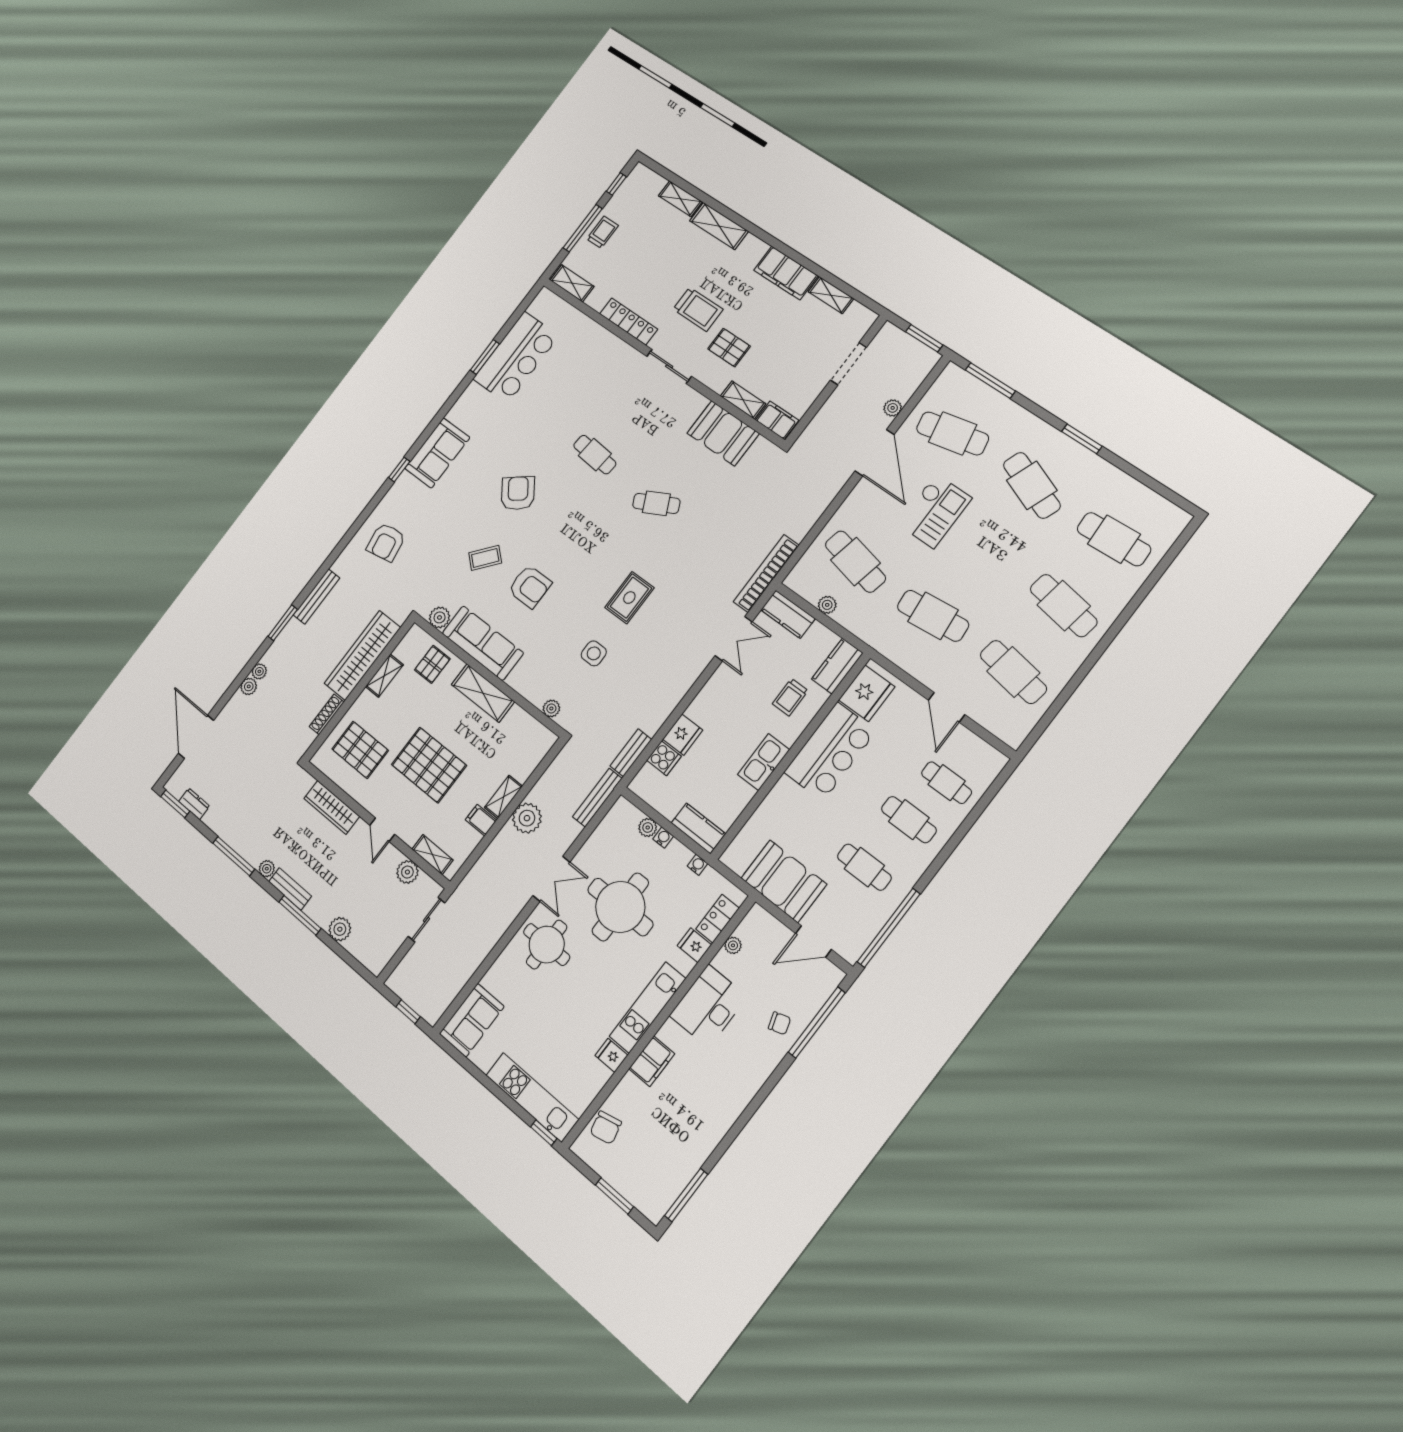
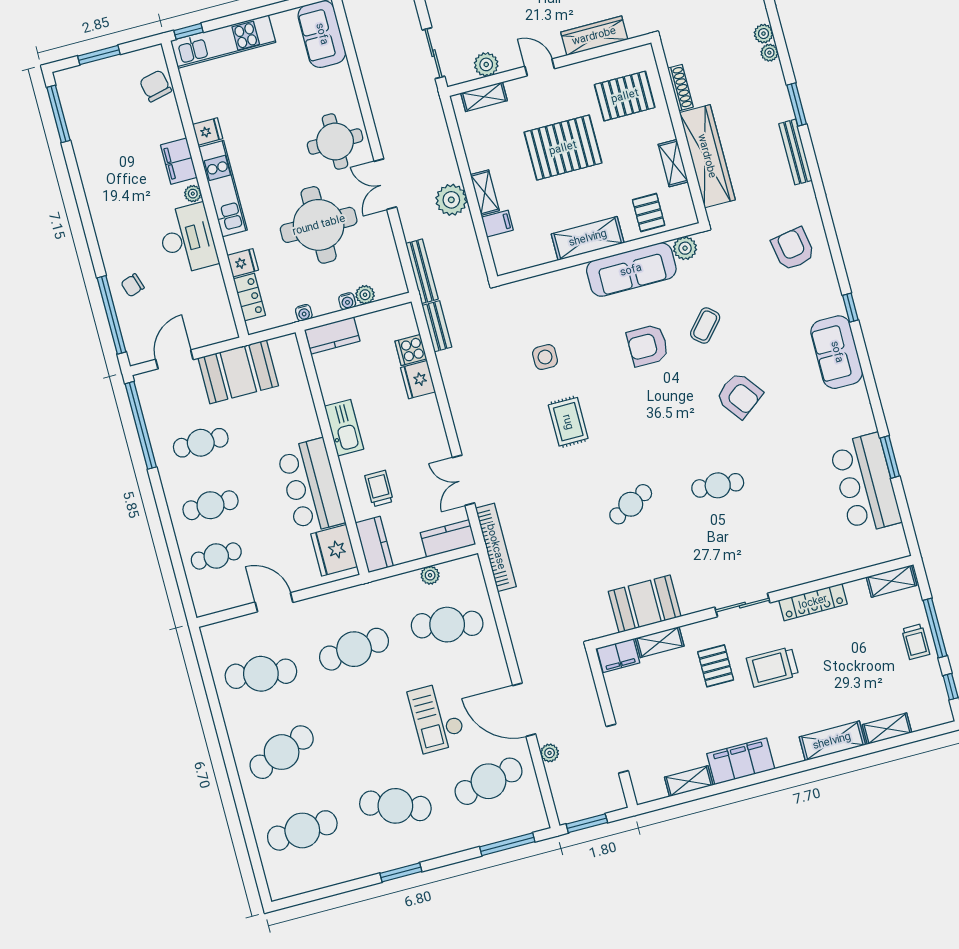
pallet: (729, 348) -> (716, 666), turned 90
cafe table: (1064, 606) -> (282, 752), turned -30
plant: (551, 708) -> (527, 287), removed
filing cabinet: (481, 820) -> (497, 224), moved
plant: (733, 945) -> (193, 194), moved

